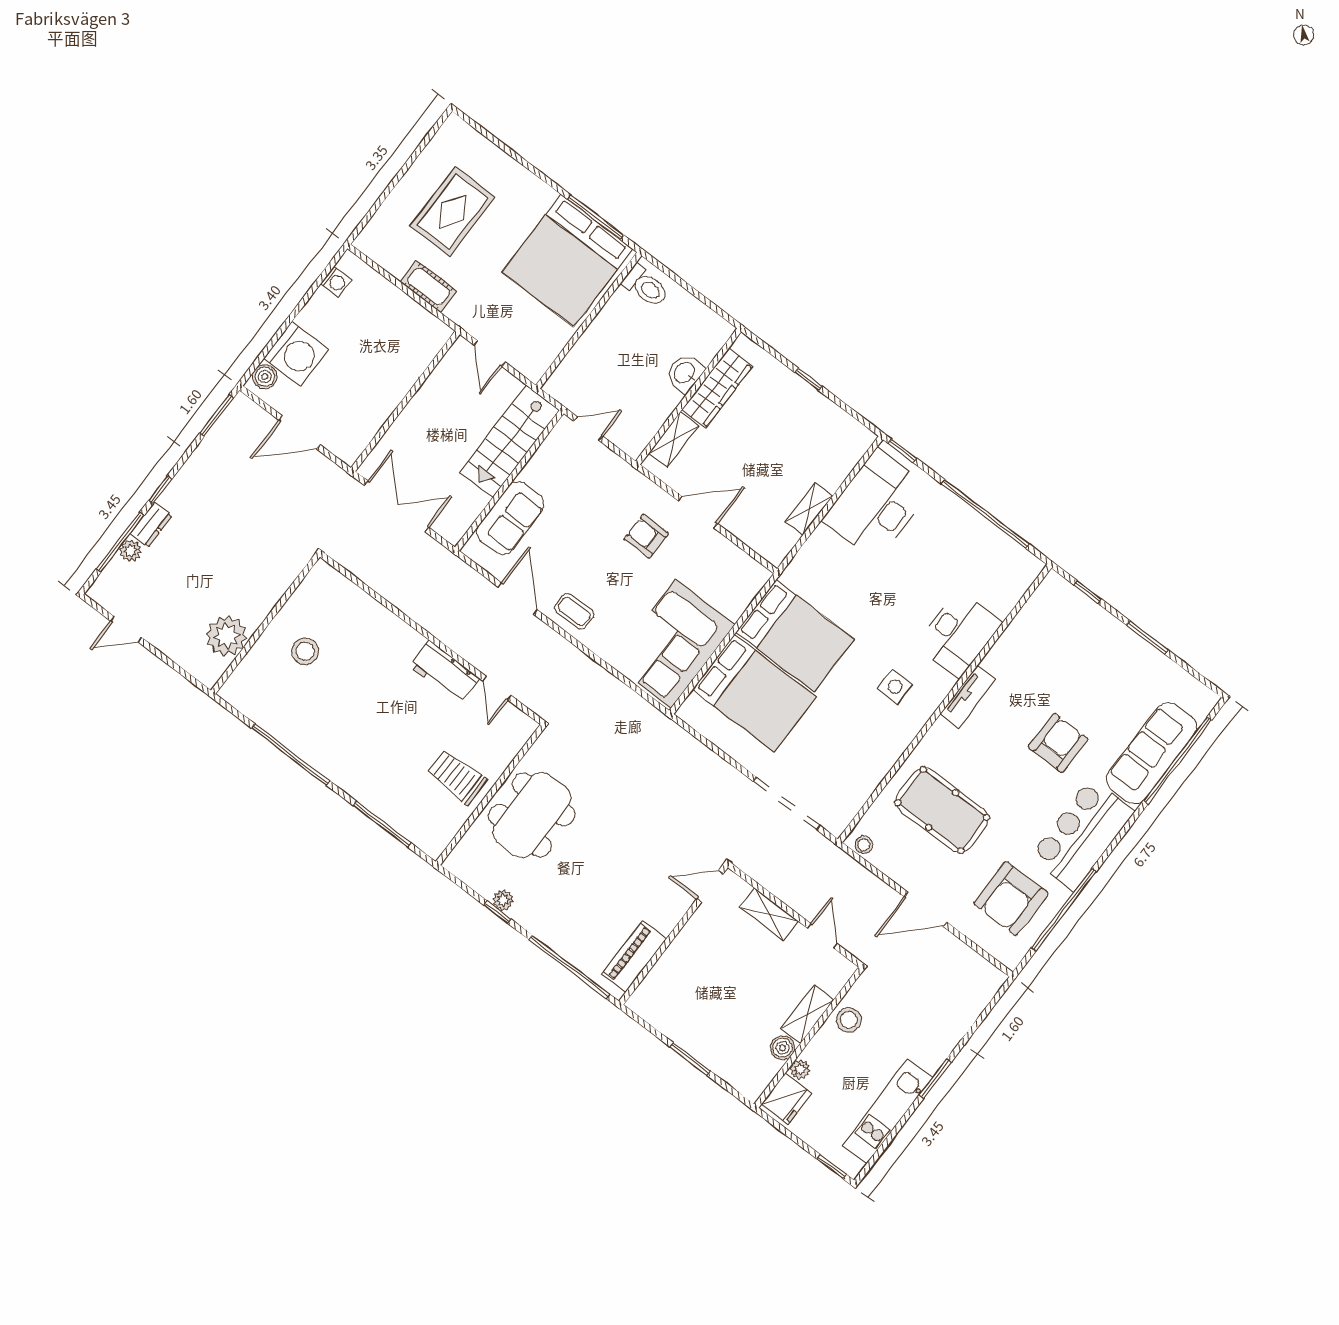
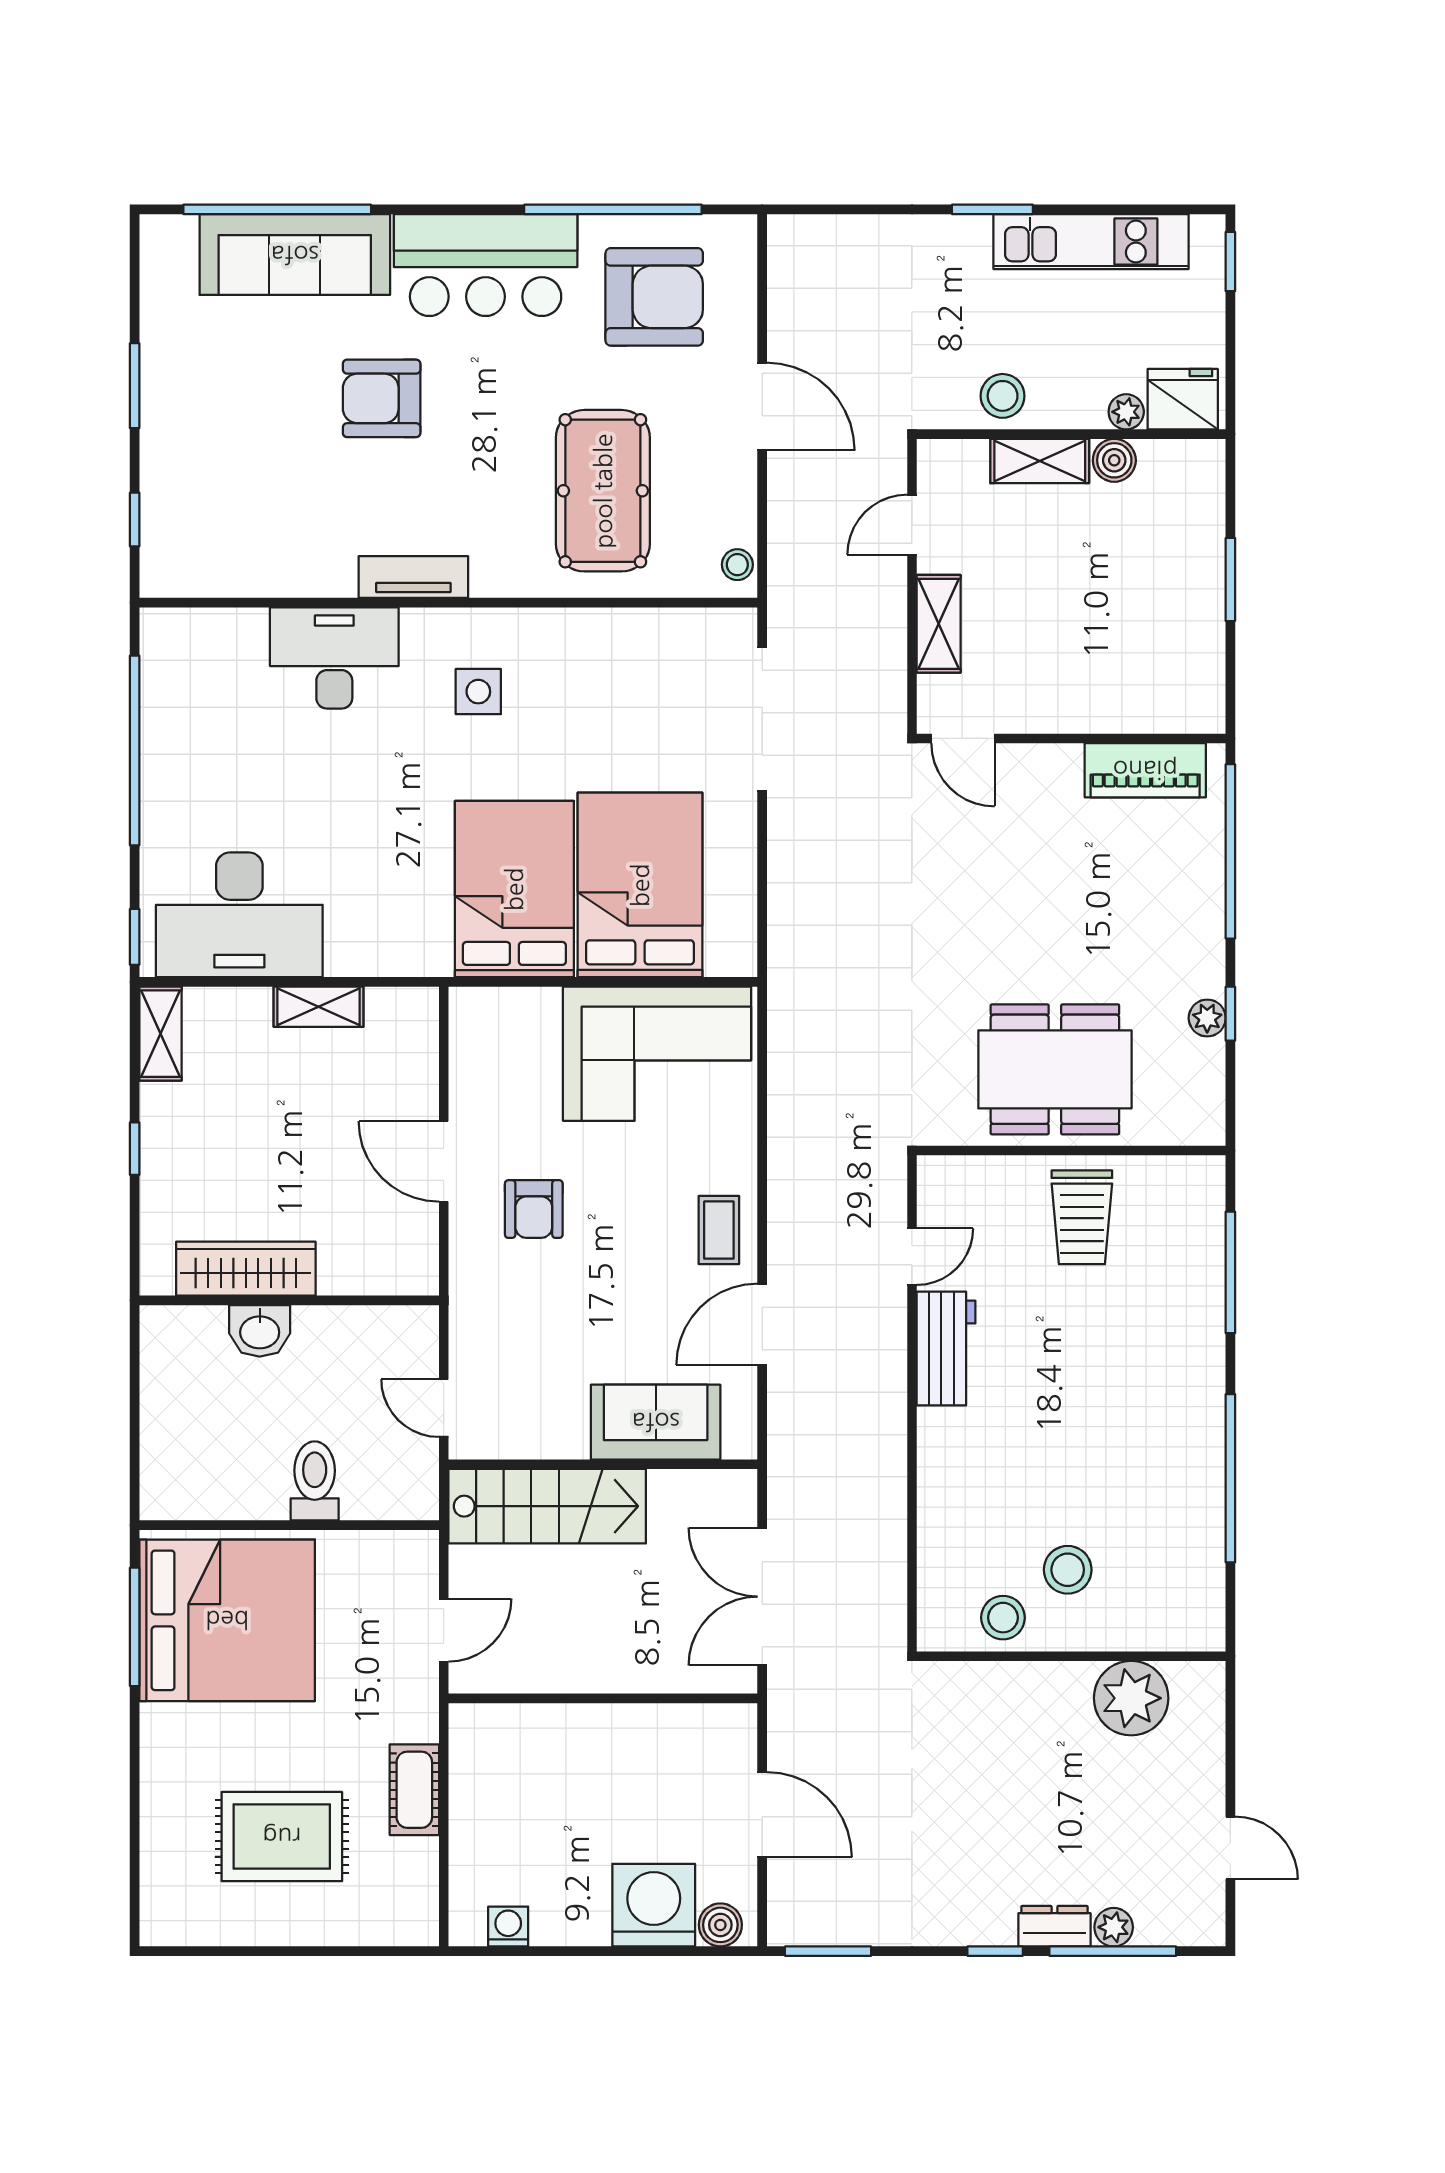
toilet: (645, 286) -> (315, 1481), moved
shelving: (674, 439) -> (160, 1034), moved, turned 90
stool: (306, 606) -> (1003, 1618), added

